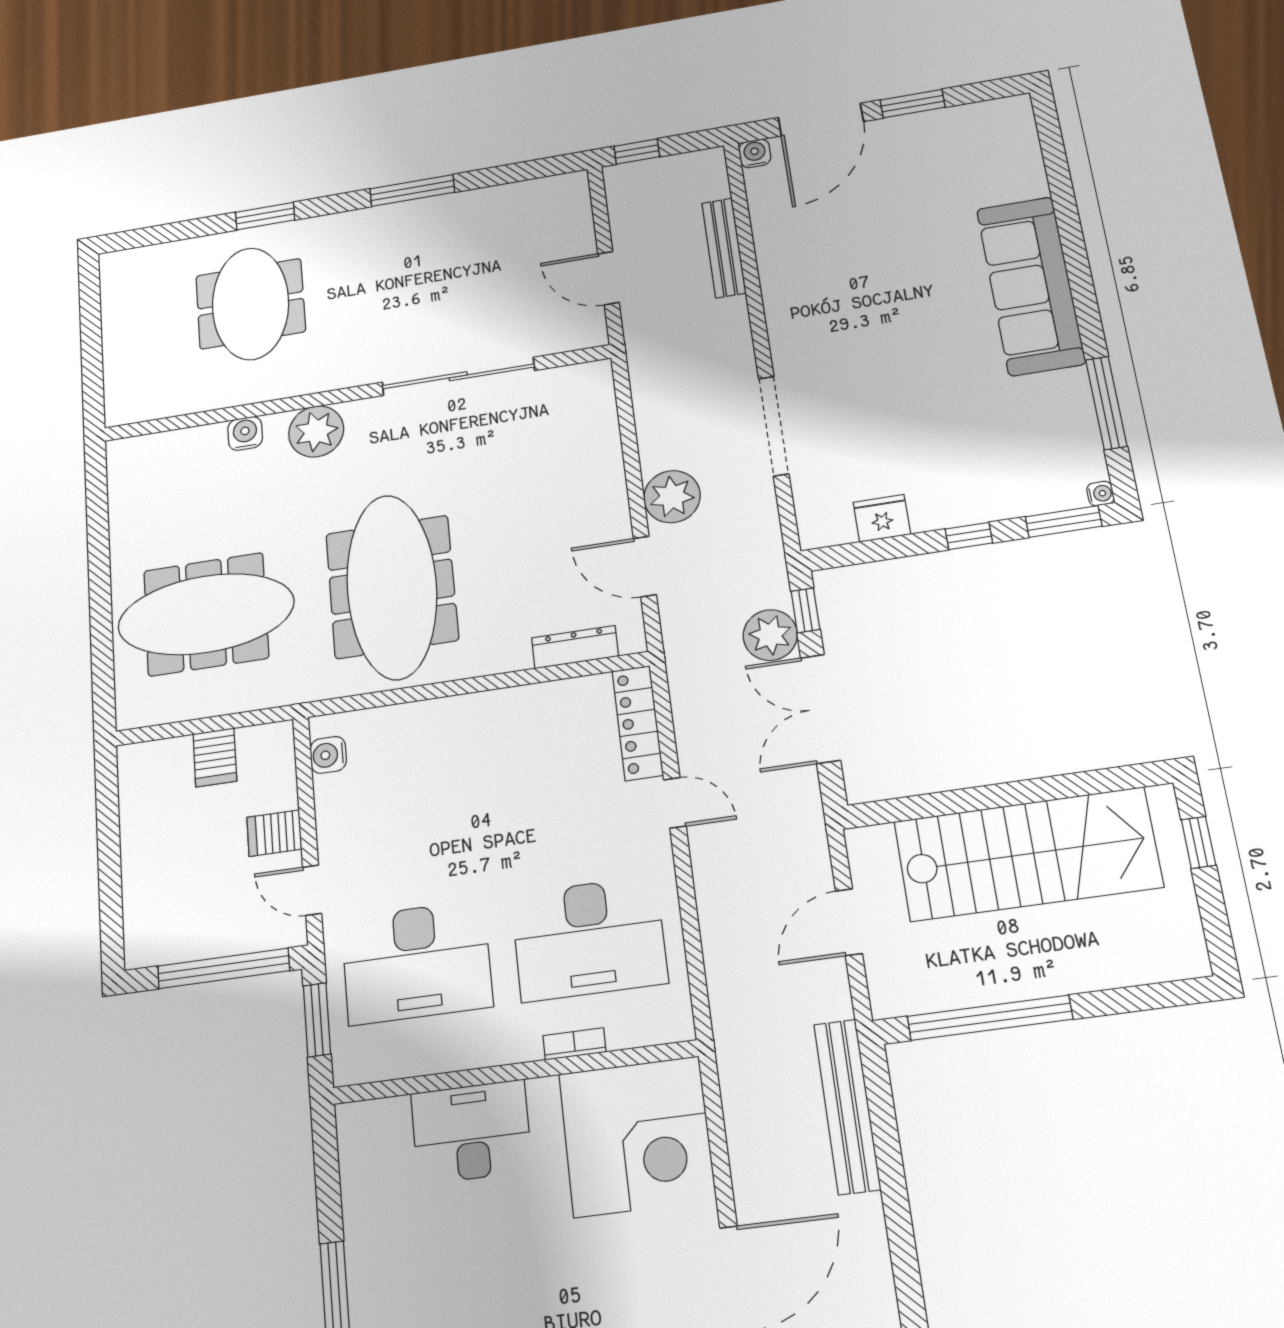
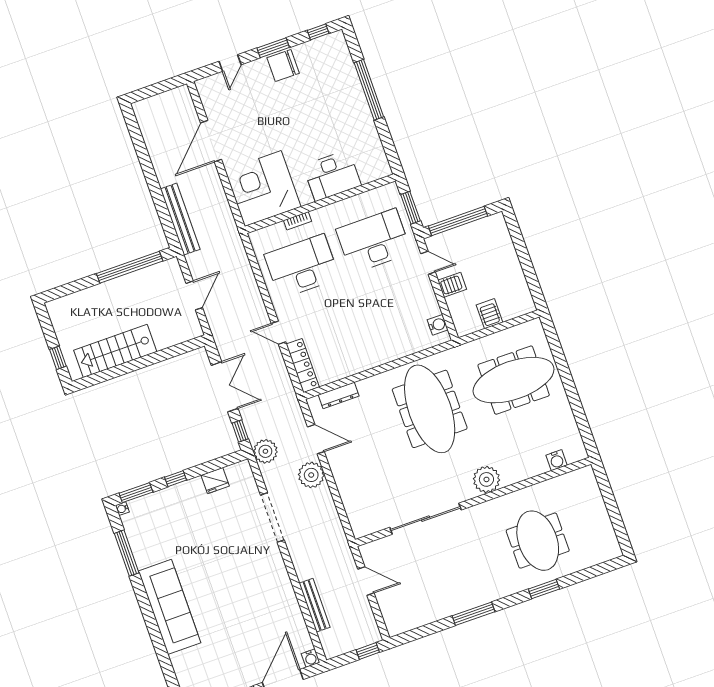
water cooler: (245, 433) -> (557, 460), moved
plant: (770, 635) -> (265, 451), moved
stairs: (1027, 854) -> (115, 351), width x0.73, depth x0.66

